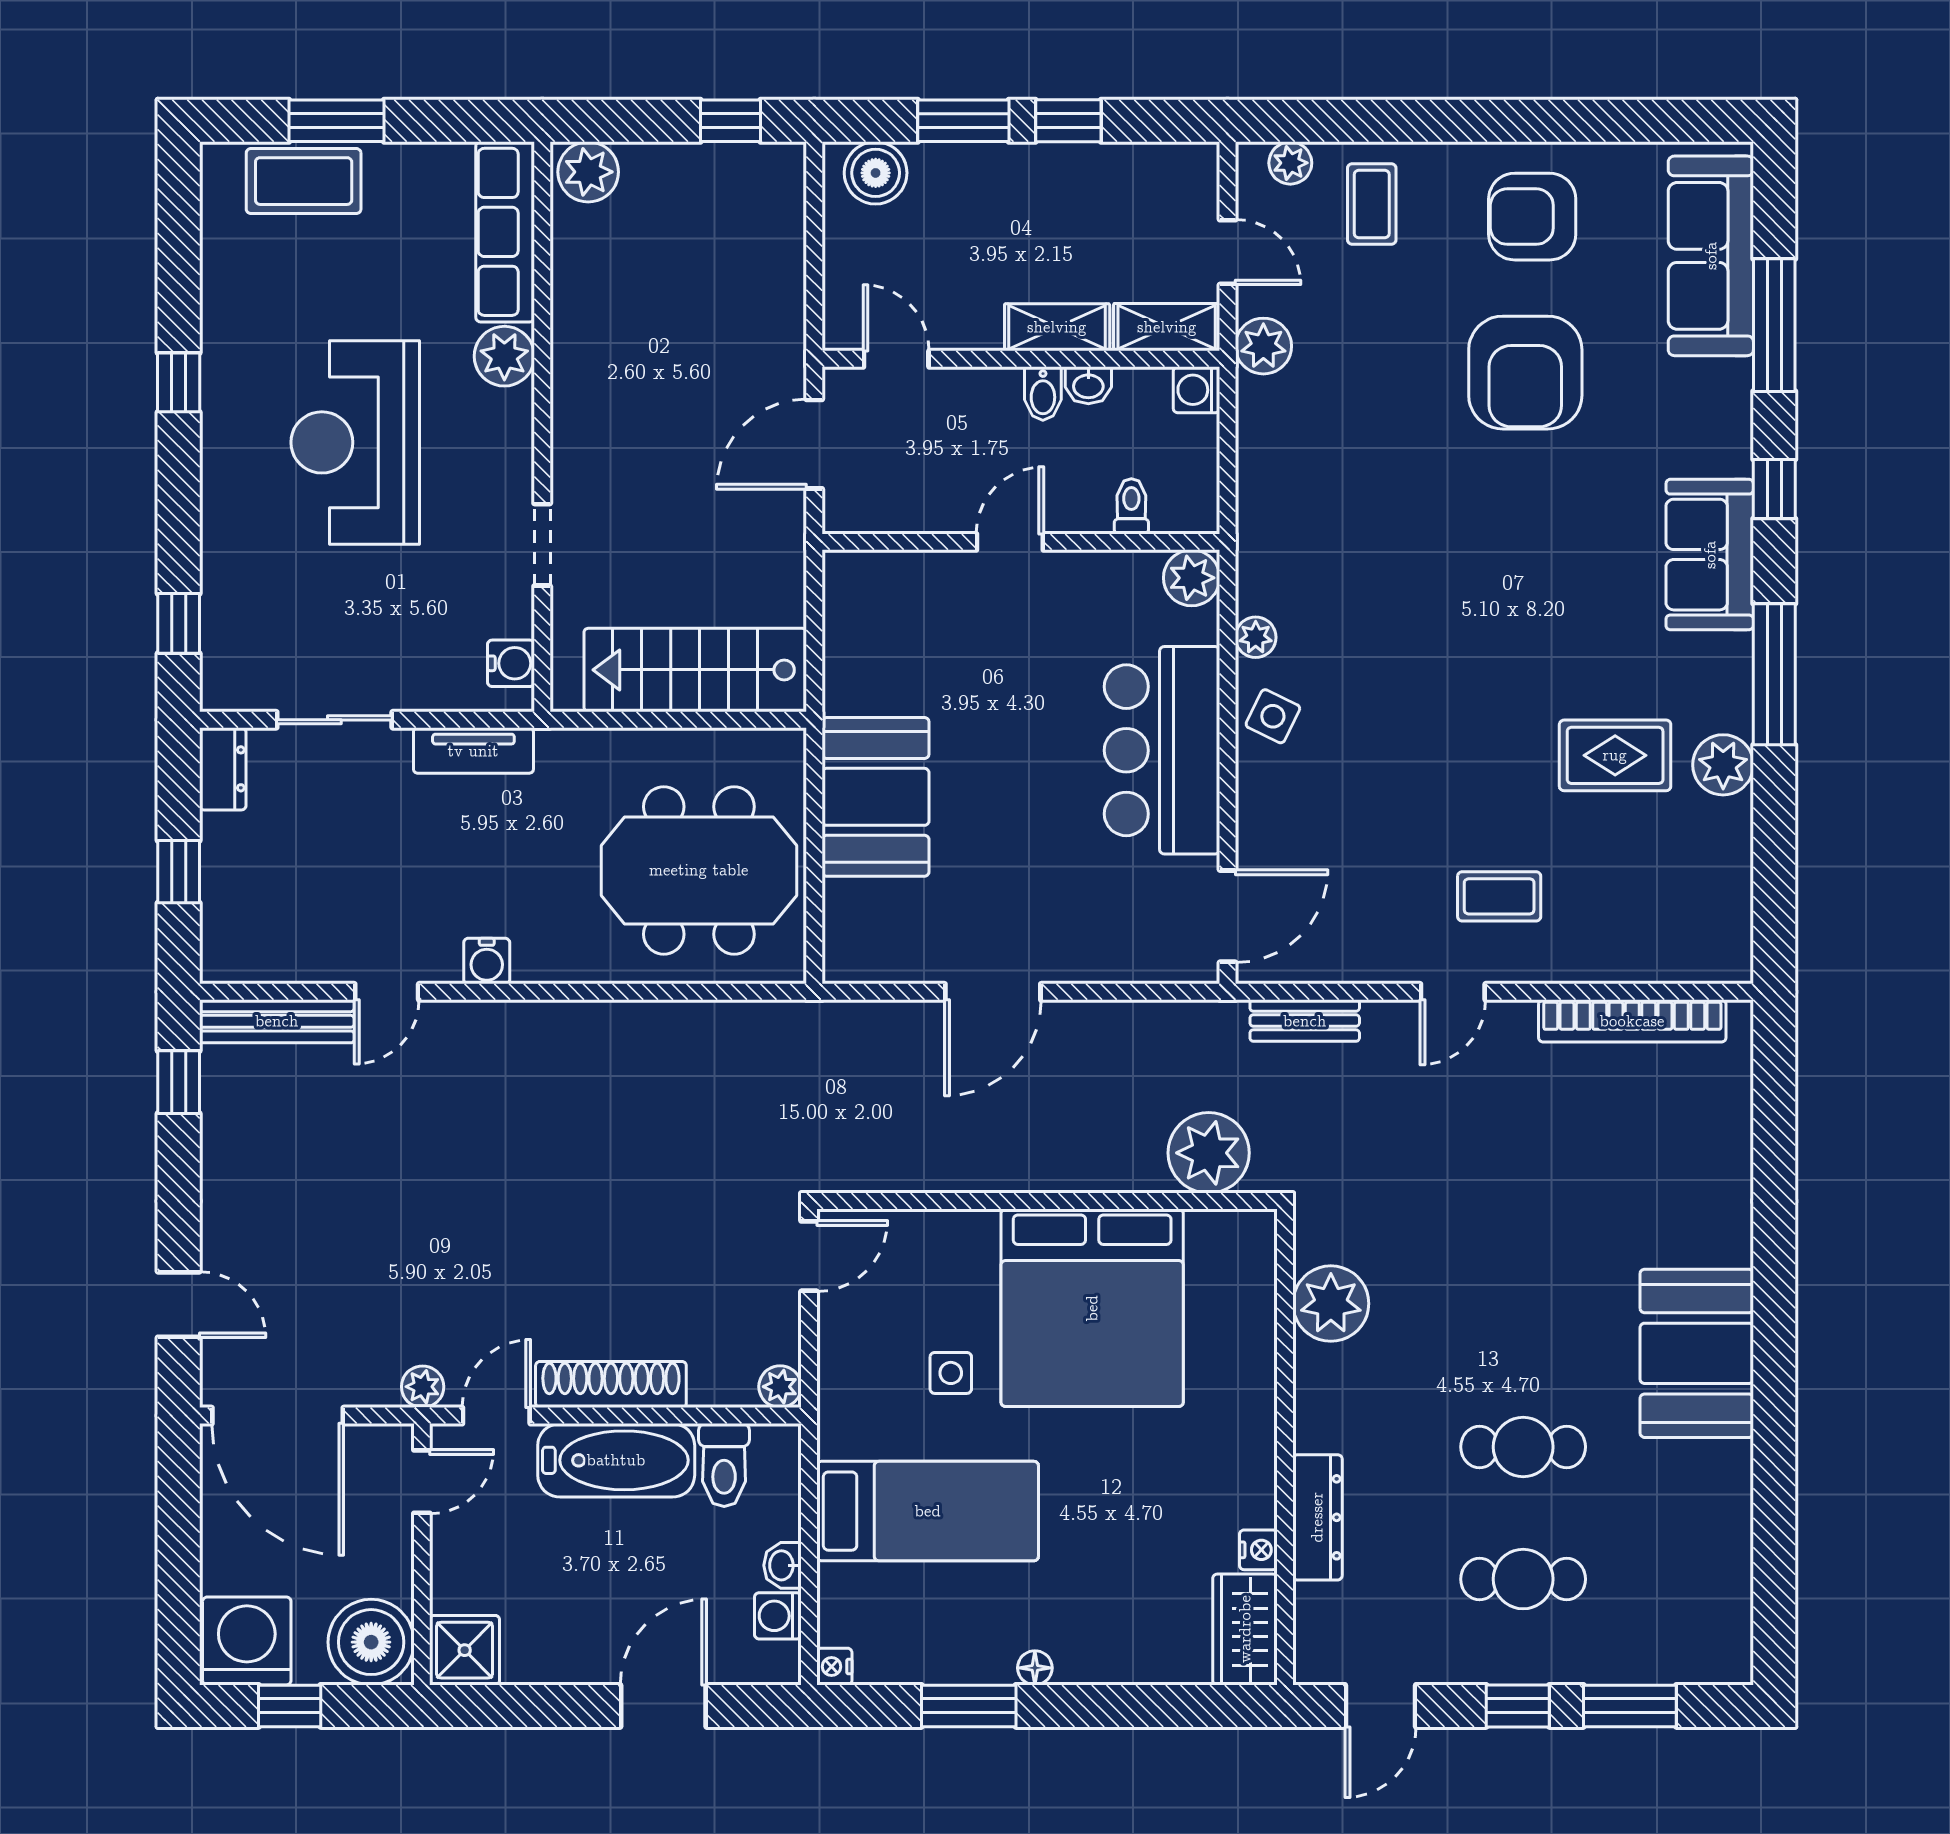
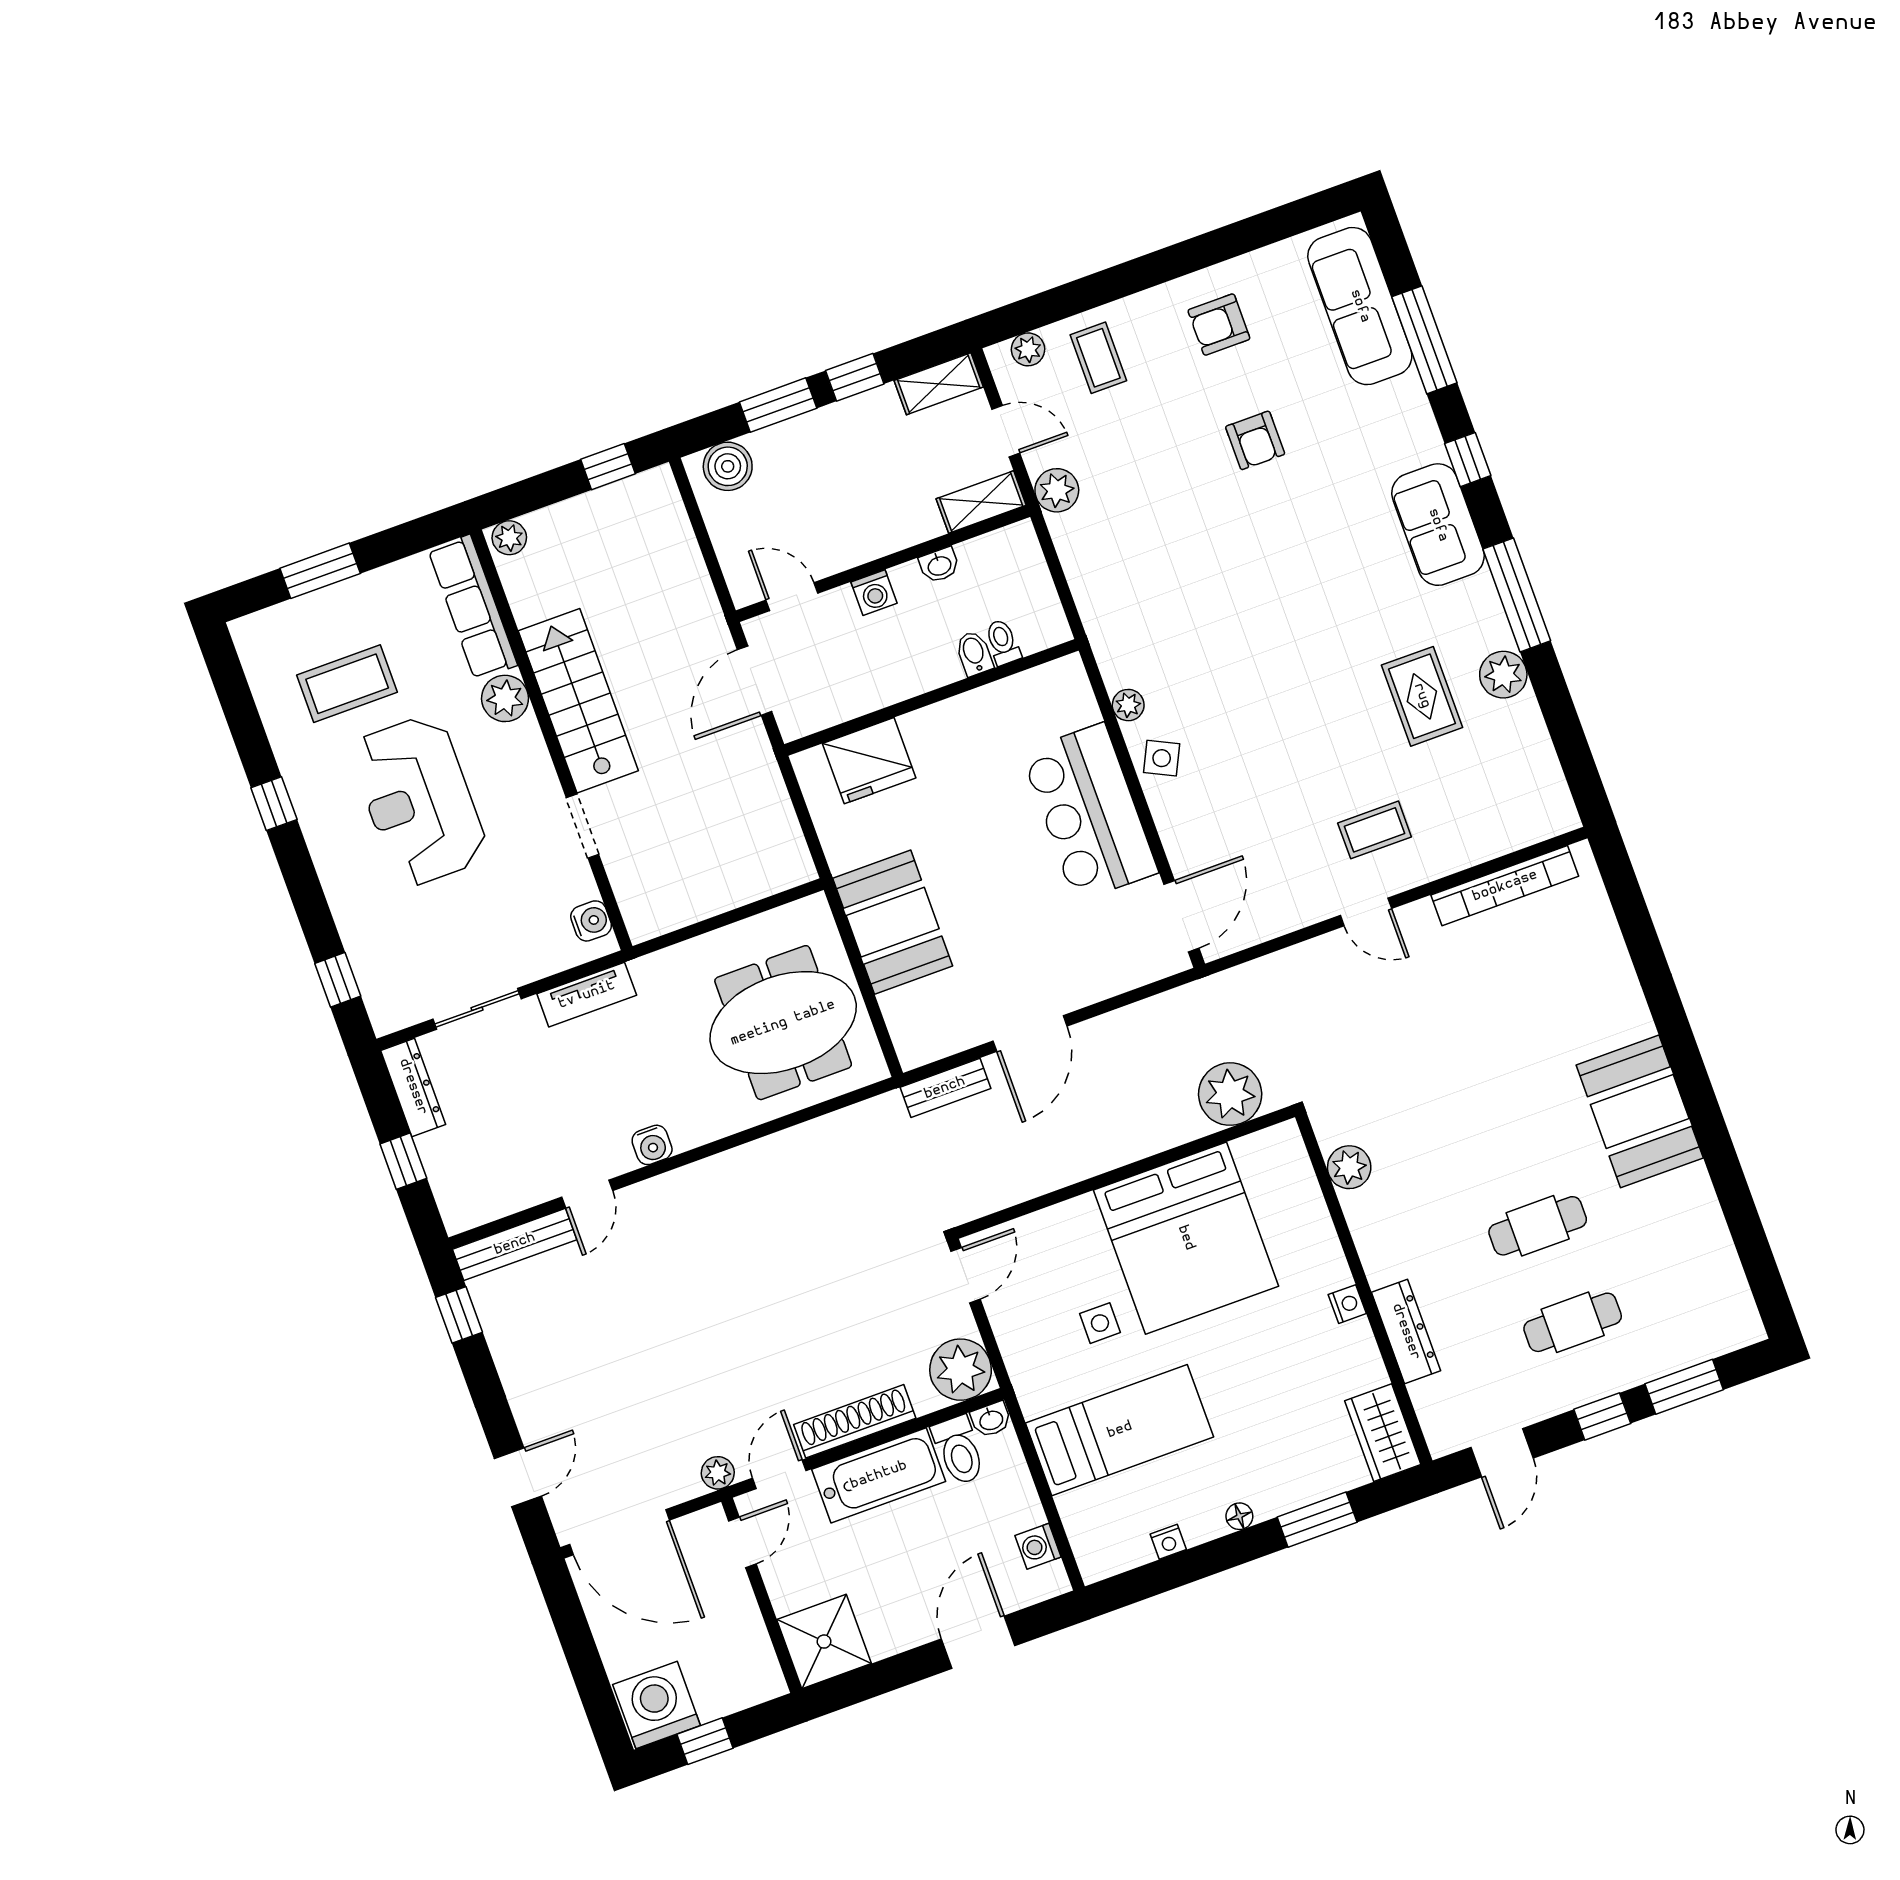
plant: (588, 172) -> (509, 538), width x0.73, depth x0.73
coffee table: (304, 181) -> (347, 684), moved
armchair: (1532, 217) -> (1219, 325), width x0.72, depth x0.72
shelving: (1057, 327) -> (939, 384), moved
armchair: (1525, 373) -> (1255, 440), width x0.53, depth x0.53
washing machine: (1197, 390) -> (874, 593), moved, turned -90
bidet: (1043, 393) -> (974, 653), moved, turned 180
door: (1010, 542) -> (923, 700), removed
plant: (1192, 578) -> (1066, 679), removed
fridge: (918, 591) -> (869, 761), added
stairs: (695, 670) -> (578, 701), moved, turned 90
rug: (1615, 755) -> (1422, 696), turned 90
dresser: (223, 769) -> (413, 1087), width x1.44
door: (1453, 992) -> (1366, 912), hinge flipped
bench: (1305, 1021) -> (945, 1088), moved
plant: (1331, 1304) -> (1349, 1167), width x0.73, depth x0.73
door: (179, 1305) -> (518, 1477), hinge flipped
plant: (780, 1387) -> (961, 1370), width x1.87, depth x1.87
nightstand: (1258, 1550) -> (1347, 1304), moved
washbasin: (783, 1565) -> (991, 1420), moved, turned -90
boiler: (371, 1642) -> (748, 1673), removed
shower: (465, 1650) -> (824, 1642), width x1.36, depth x1.36
nightstand: (834, 1667) -> (1168, 1542), moved, turned -90
window: (969, 1706) -> (1317, 1520), moved

